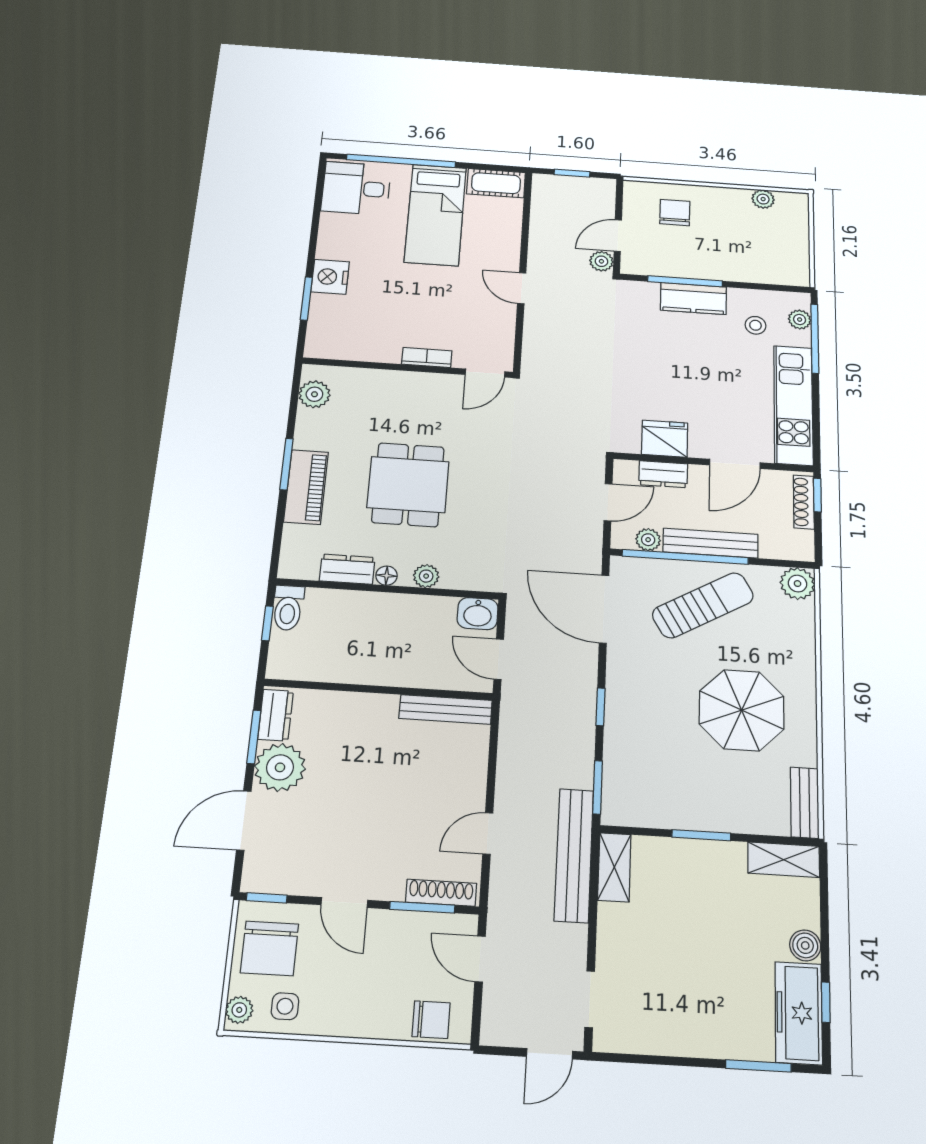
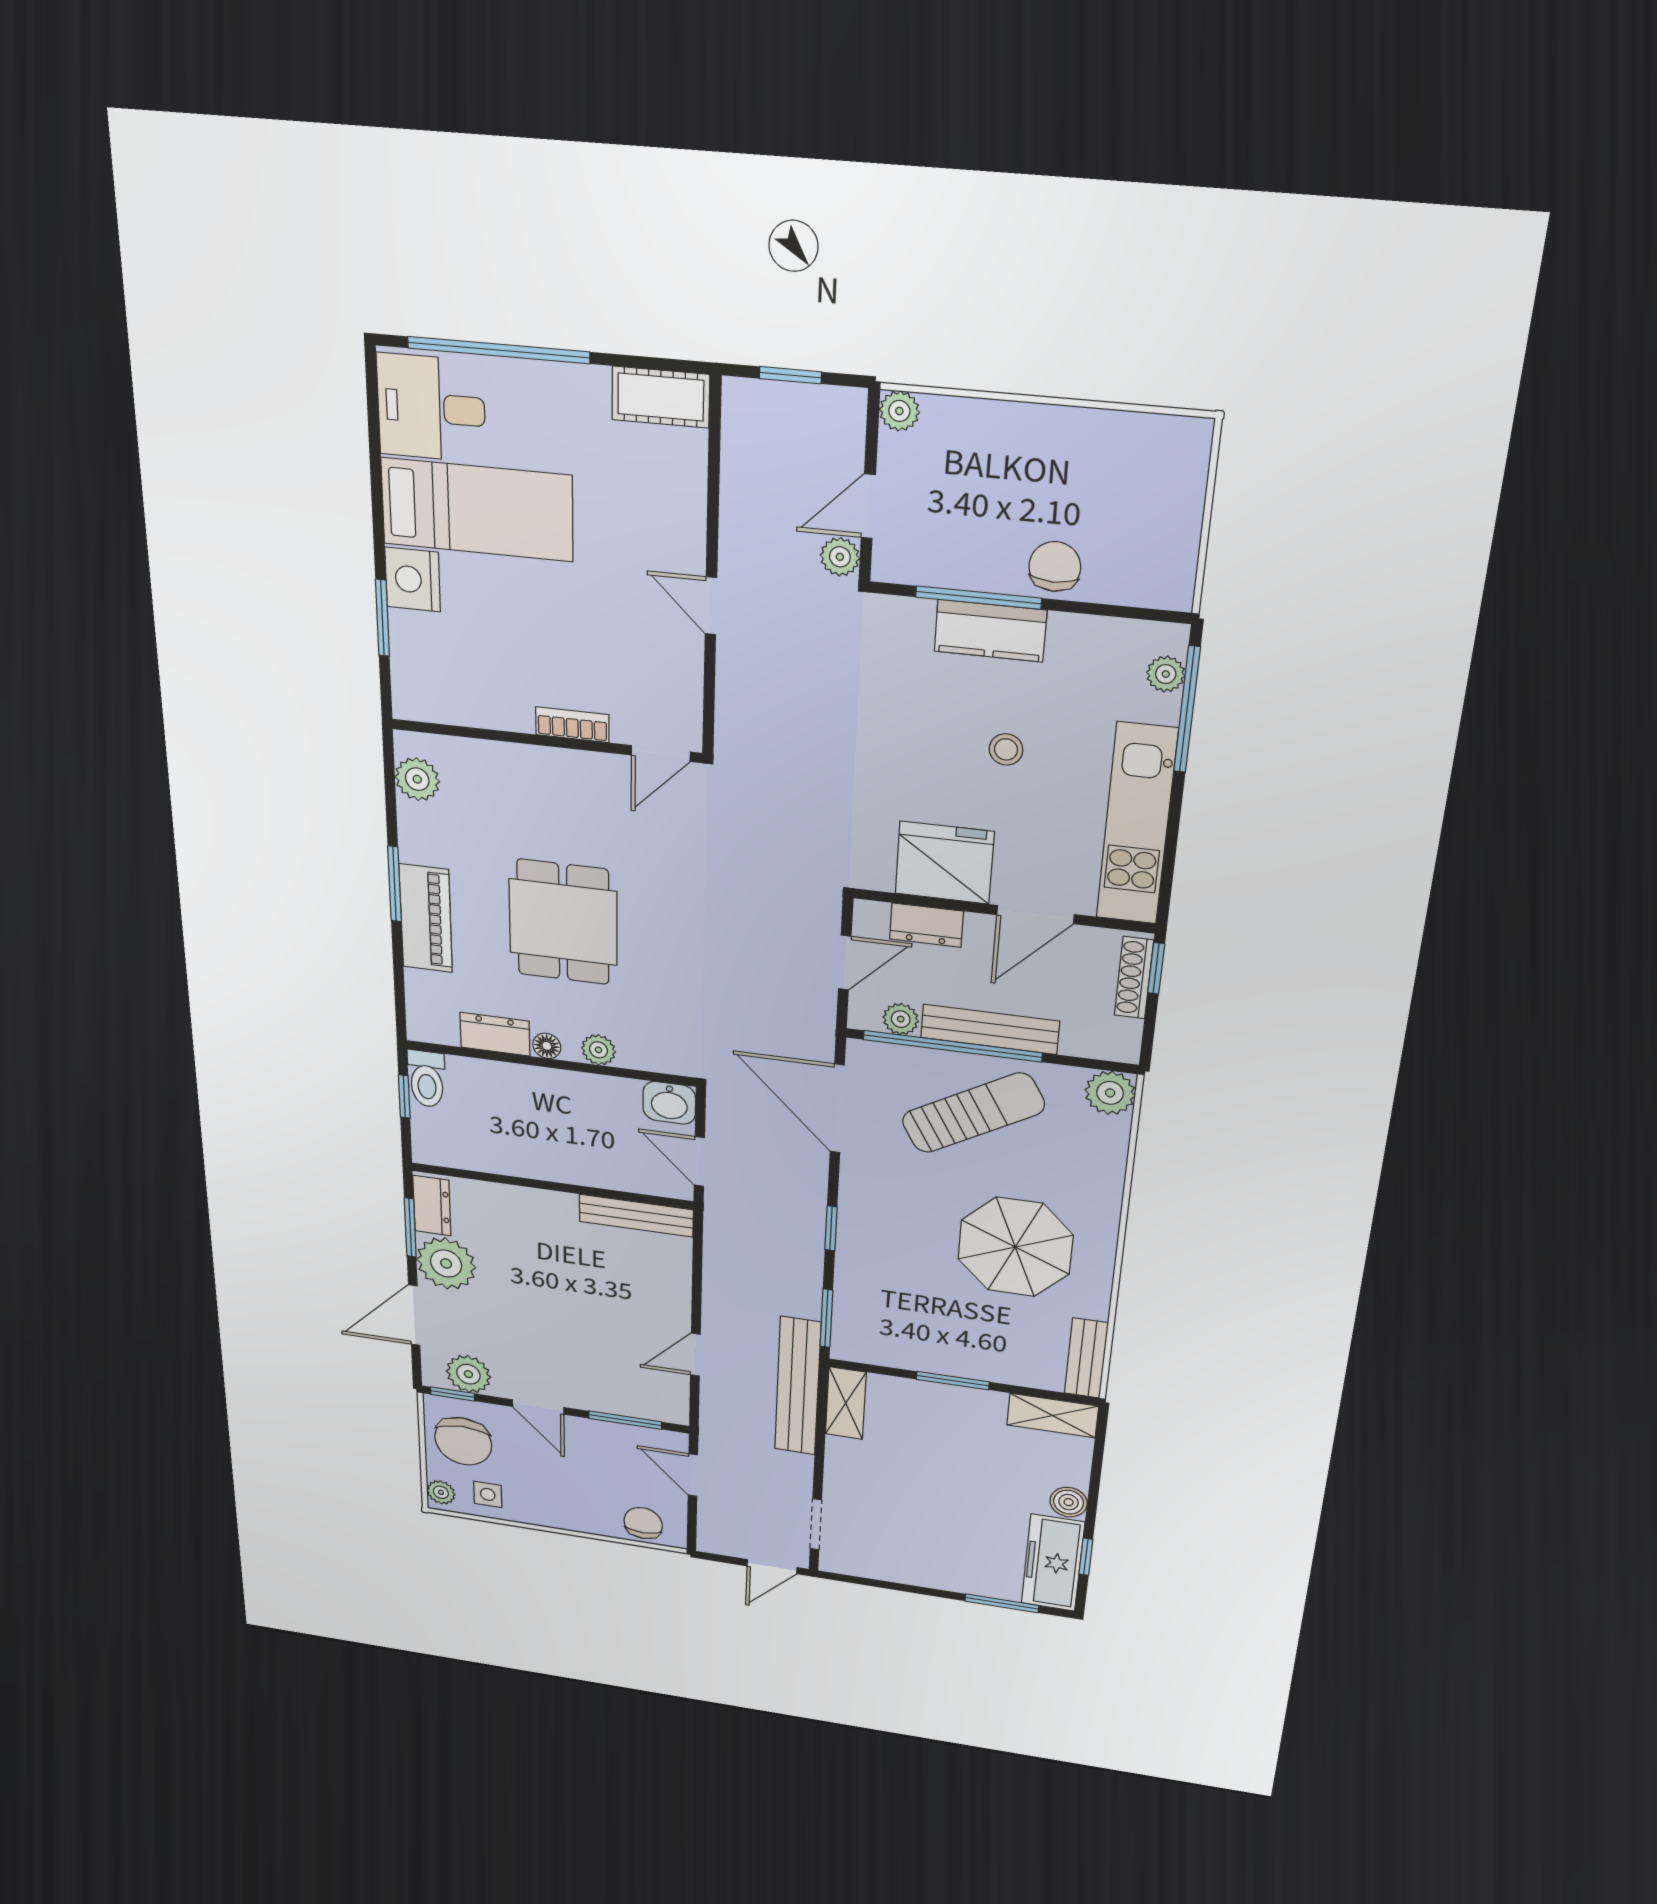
plant: (763, 199) -> (899, 411), moved
chair: (675, 213) -> (1055, 567), moved
bed: (435, 215) -> (477, 510), moved, turned -90
stool: (755, 325) -> (1006, 749), moved
fridge: (665, 439) -> (944, 863), width x1.36, depth x1.34
plant: (284, 875) -> (468, 1374), added
shoe rack: (441, 893) -> (645, 1408), removed
chair: (431, 1020) -> (643, 1523), turned -90

